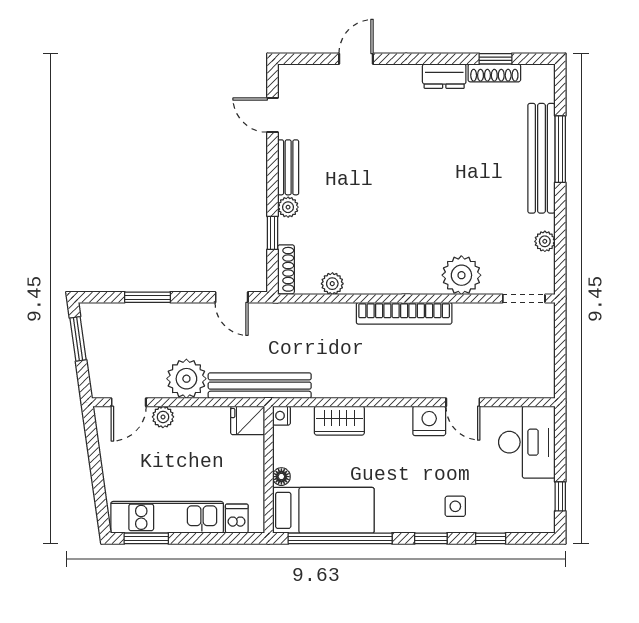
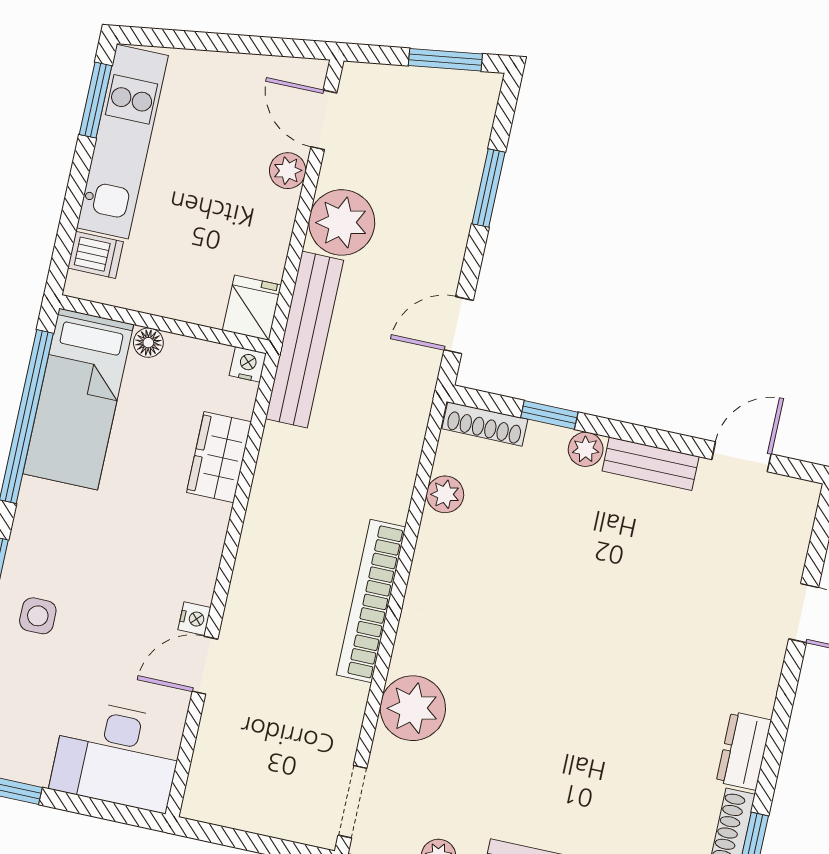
nightstand: (429, 421) -> (194, 619), width x0.53, depth x0.56

